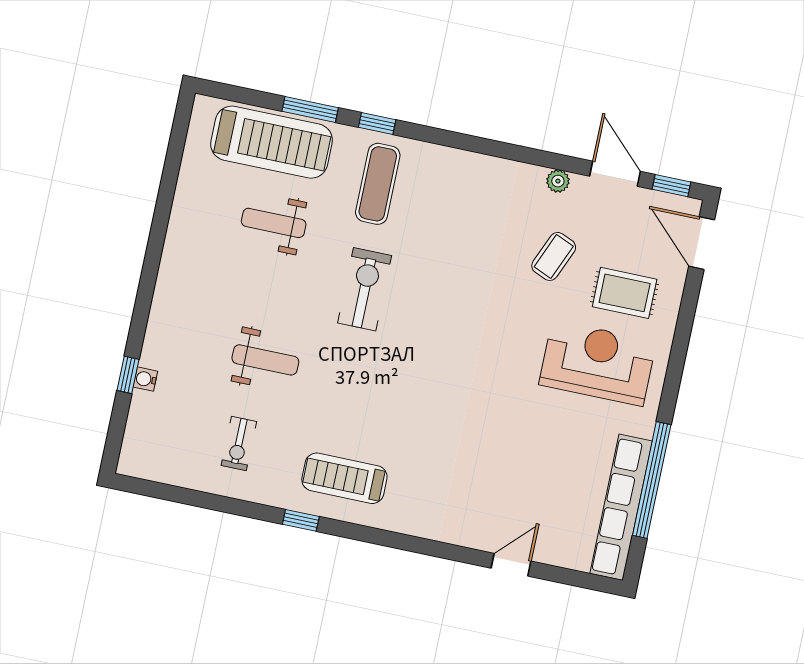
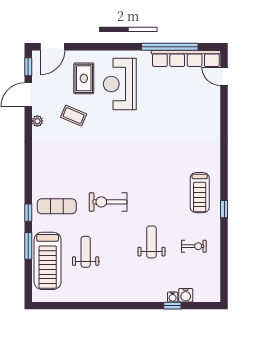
treadmill: (272, 142) -> (48, 261), turned 180
weight bench: (274, 223) -> (86, 252), turned 180
water cooler: (143, 406) -> (186, 295), added
door: (511, 565) -> (224, 76), moved

